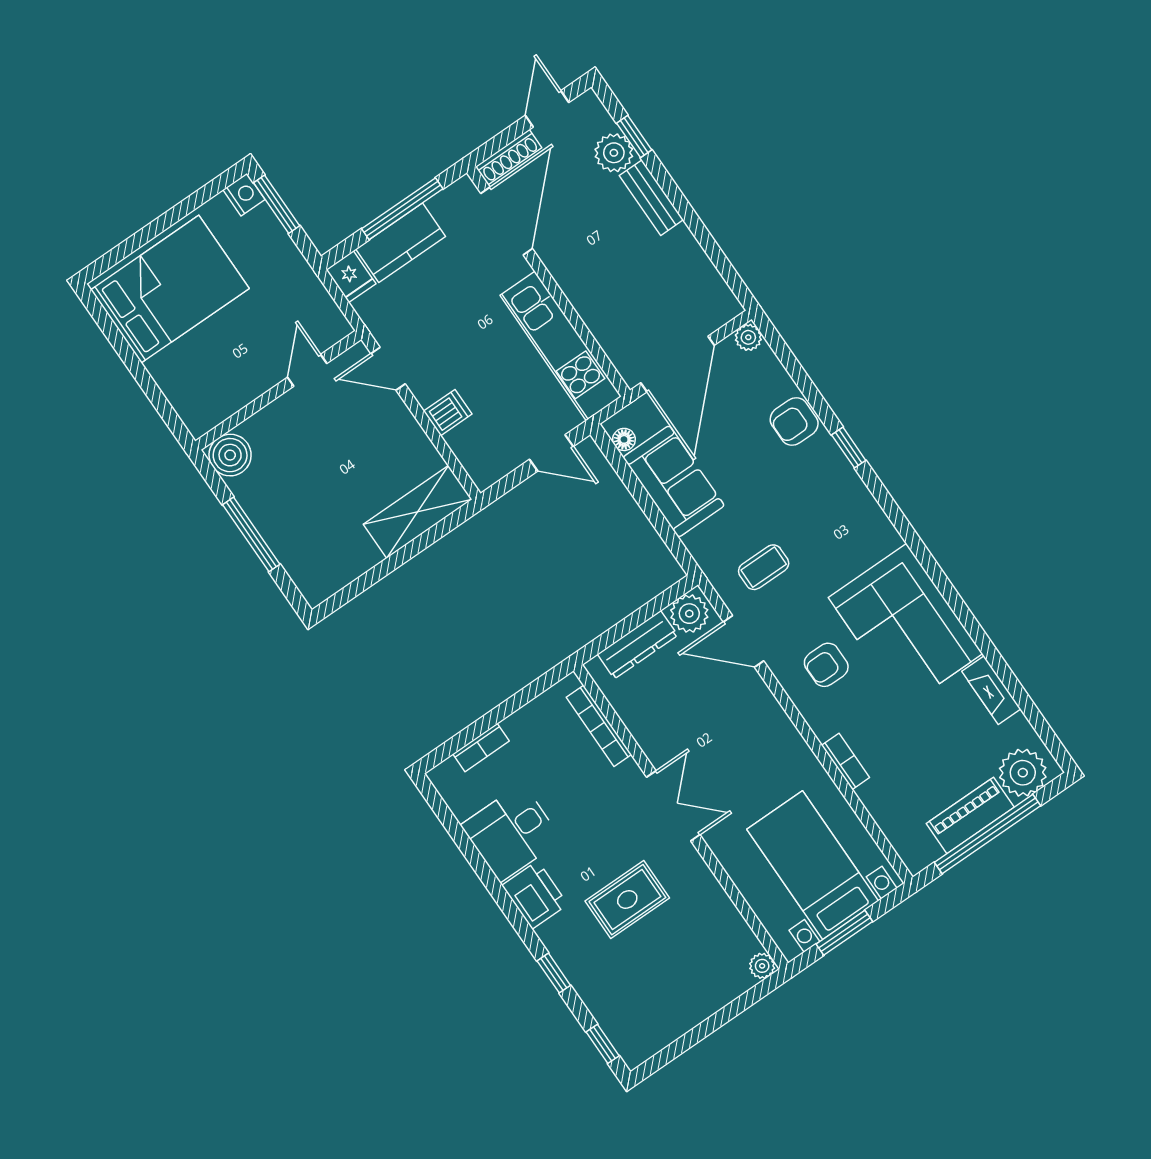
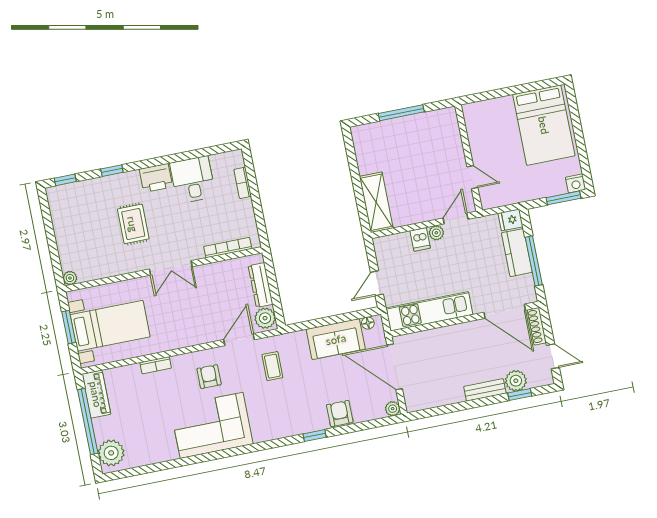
plant: (425, 390) -> (436, 233), added
boiler: (230, 455) -> (446, 119), removed
fireplace: (991, 690) -> (160, 455), removed
piano: (970, 815) -> (96, 394), moved

